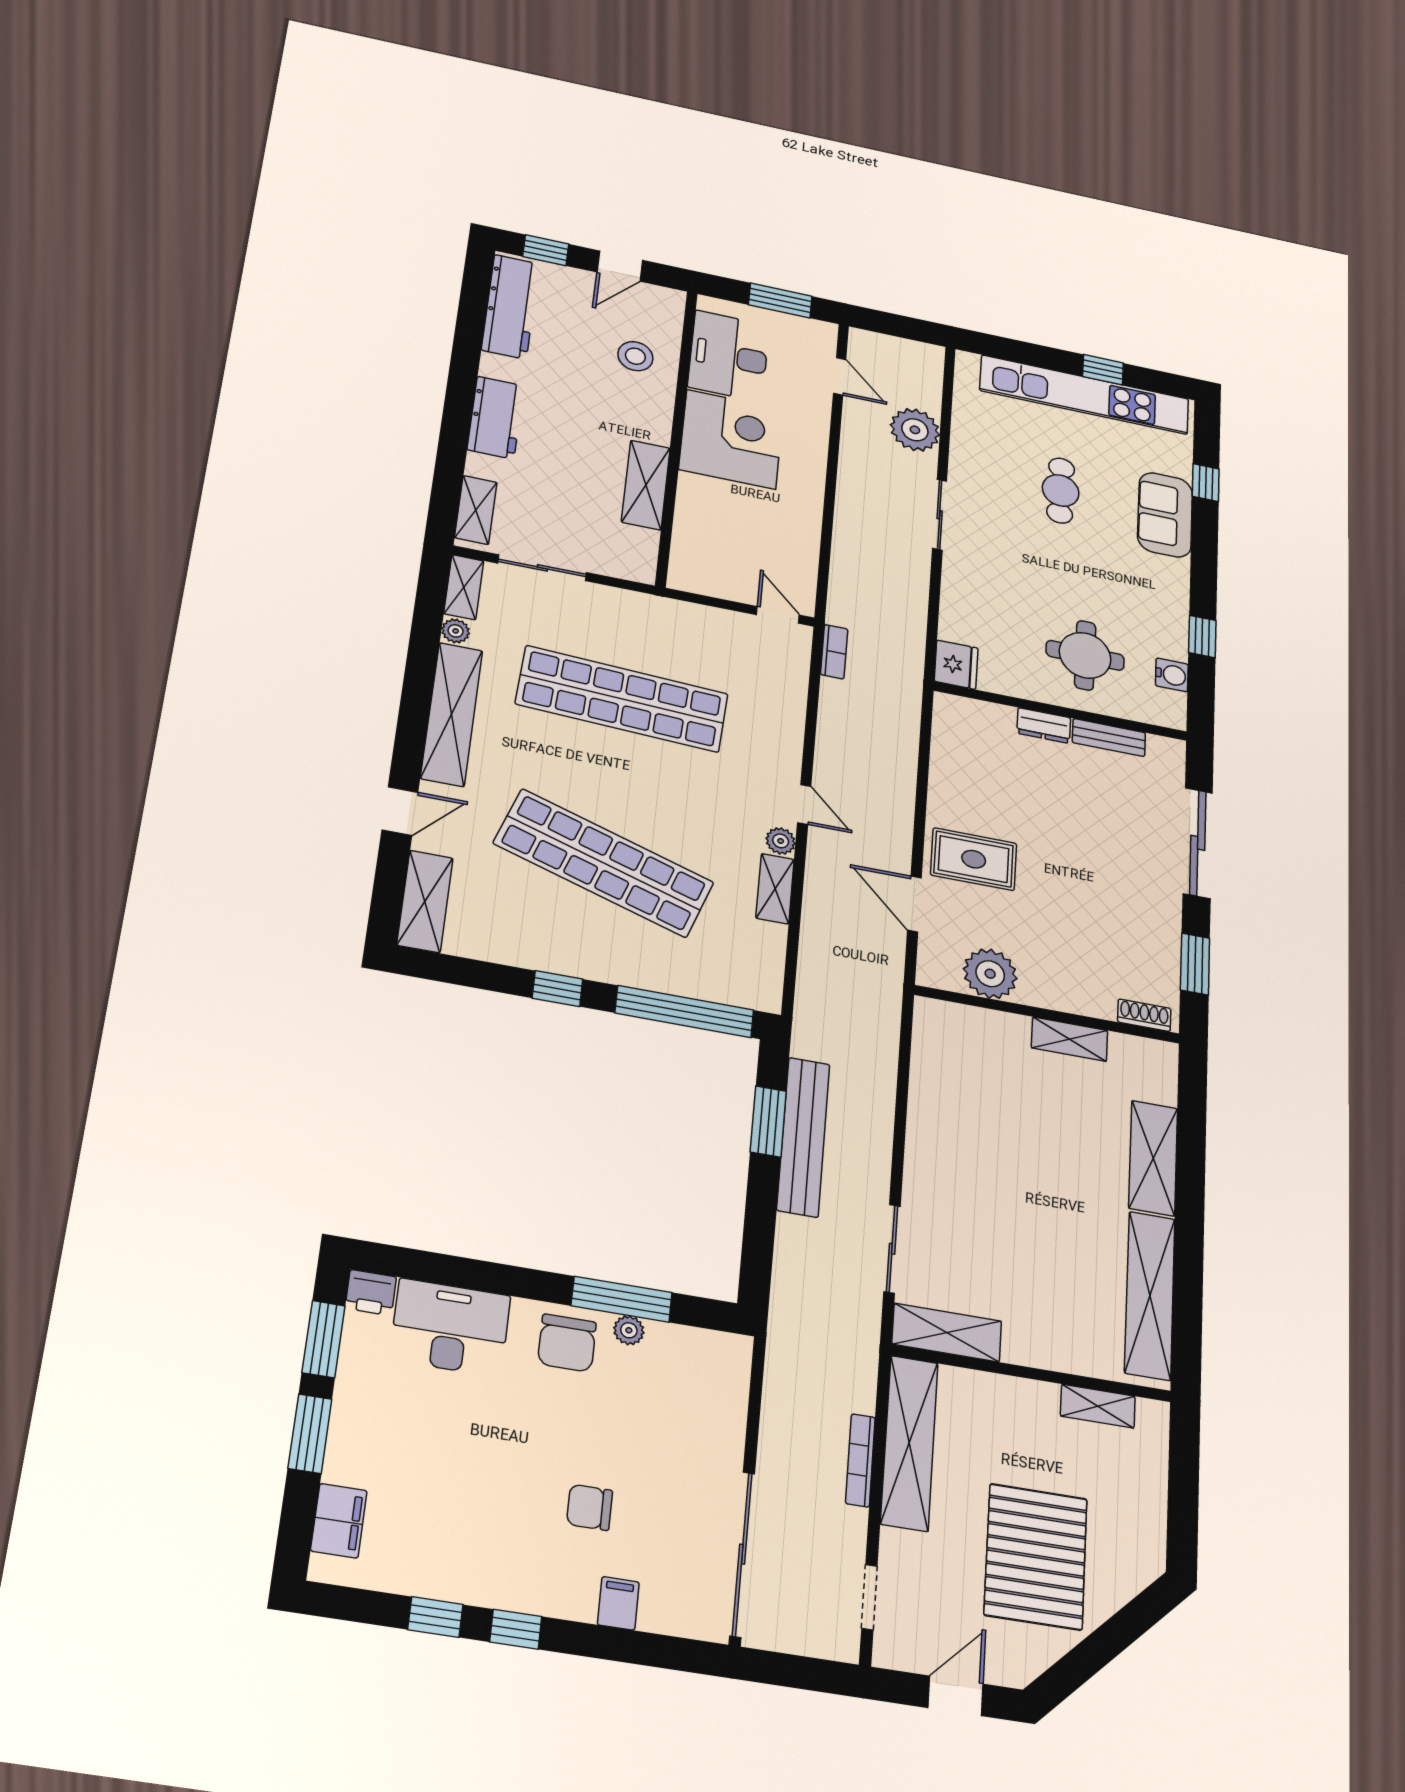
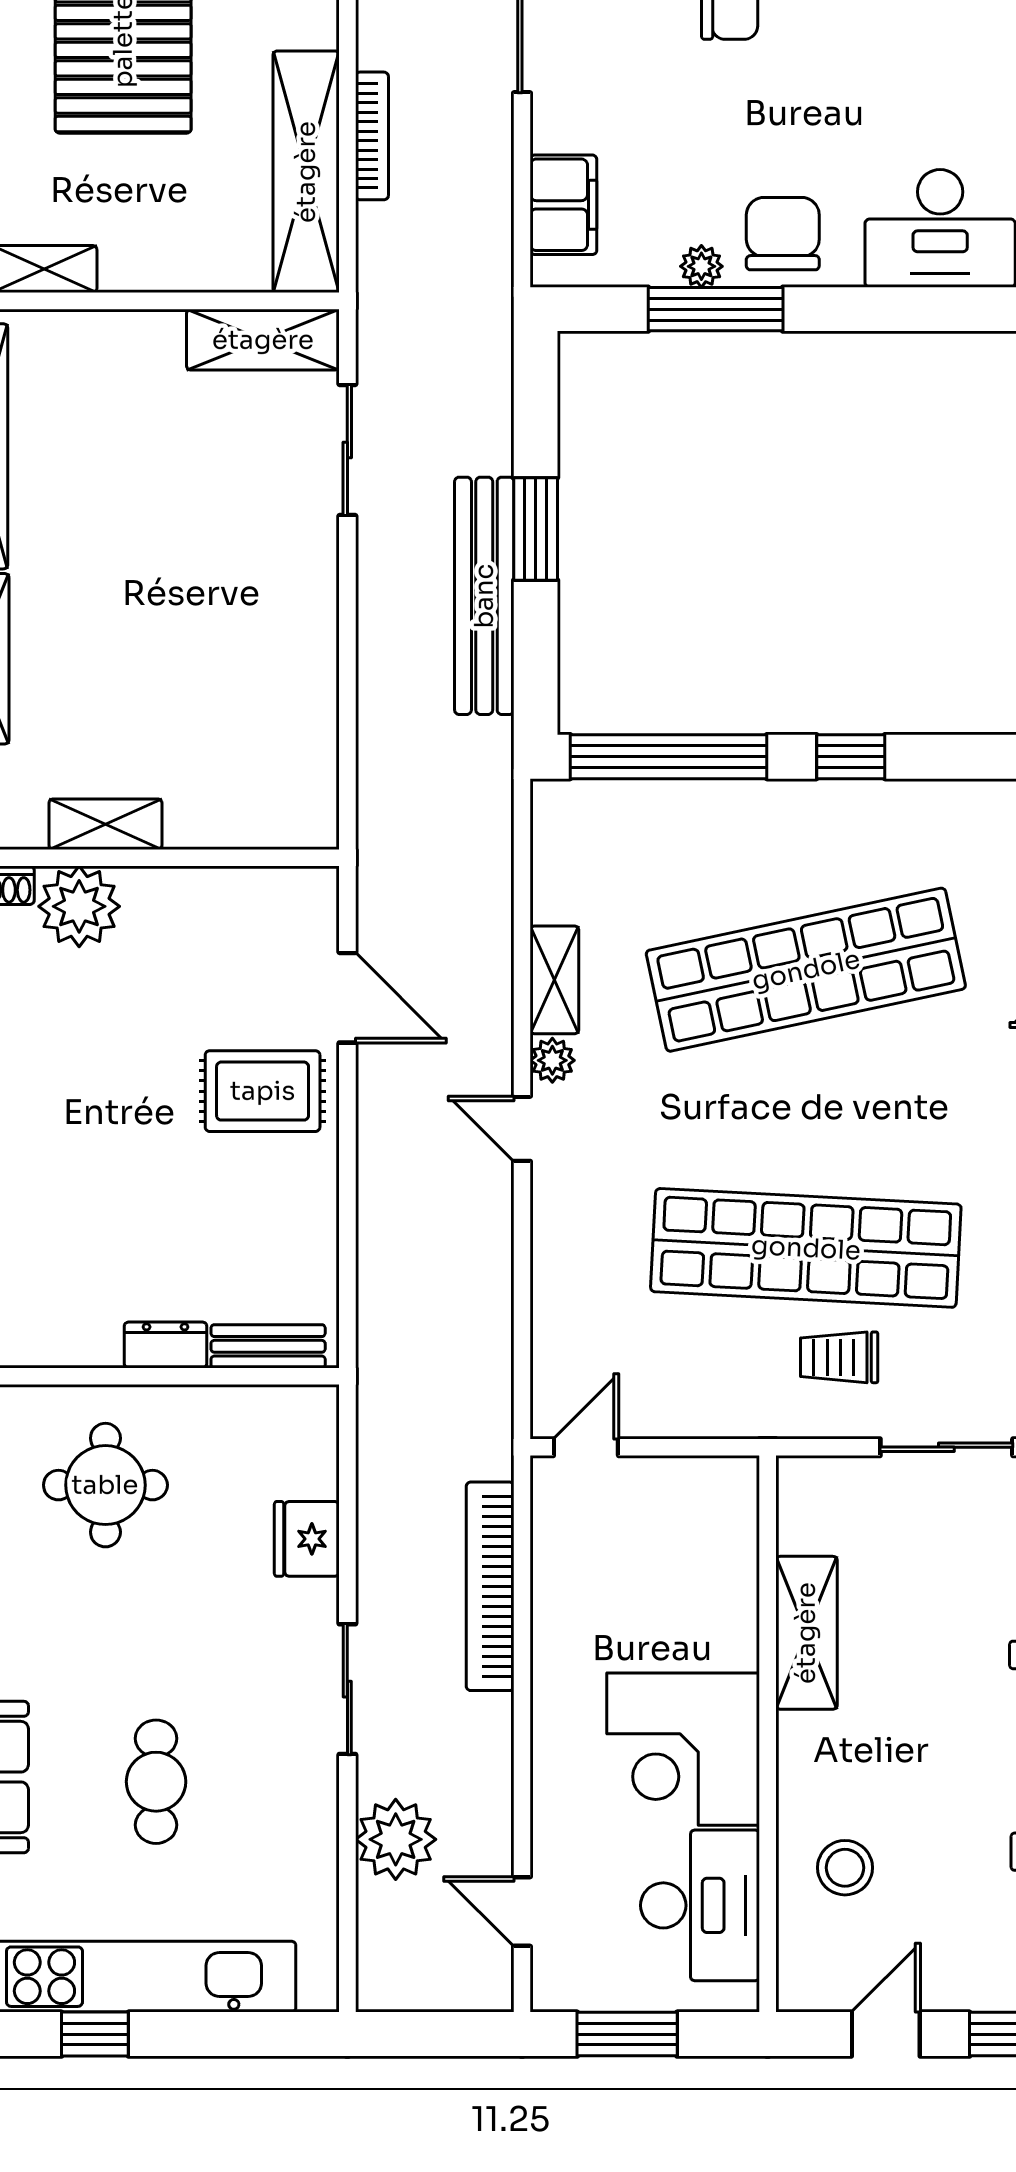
door: (778, 615) -> (586, 1447), swing flipped
trolley: (607, 632) -> (839, 1357), added
bookcase: (834, 652) -> (490, 1586), moved, width x2.31, depth x1.31
fridge: (956, 665) -> (307, 1539), moved
bench: (1109, 738) -> (268, 1346), moved
shop shelf: (604, 863) -> (806, 970), turned -30
plant: (990, 974) -> (79, 906), moved
window: (768, 1121) -> (536, 529), moved
filing cabinet: (725, 1389) -> (563, 205), added

